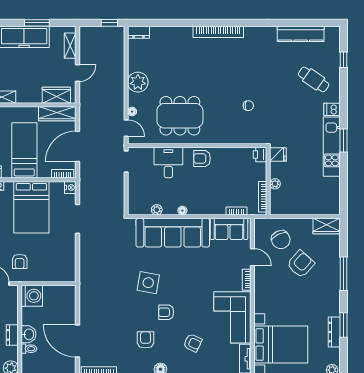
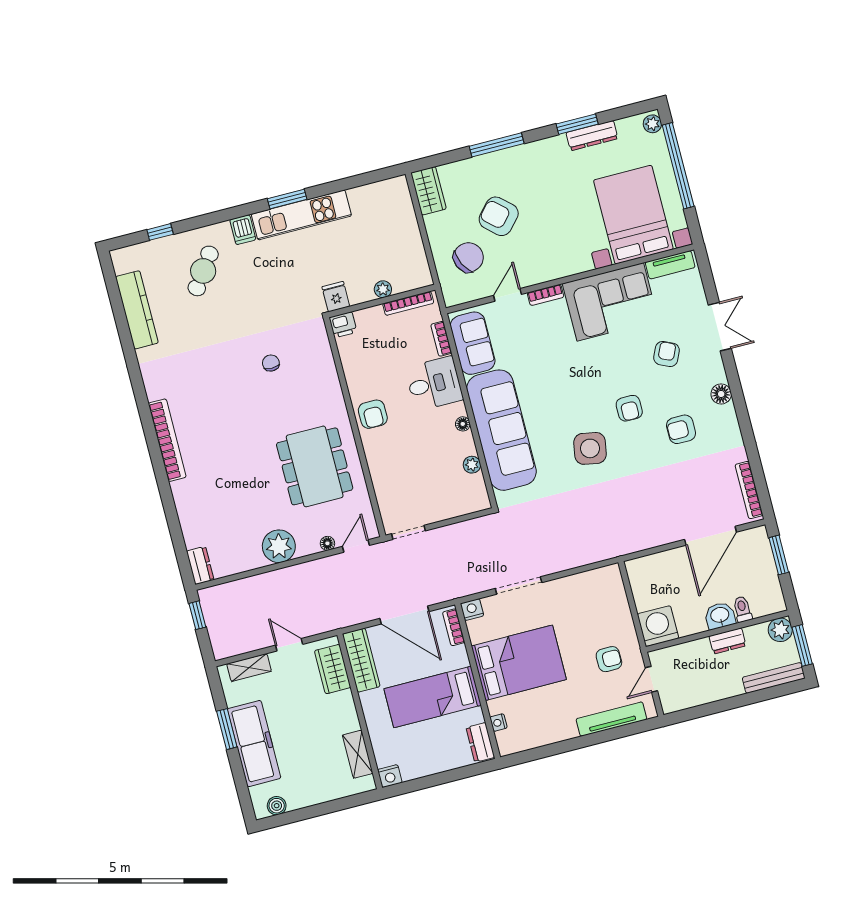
desk: (168, 163) -> (434, 384), moved, turned 180

